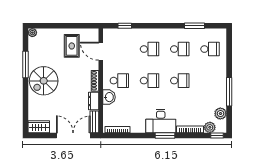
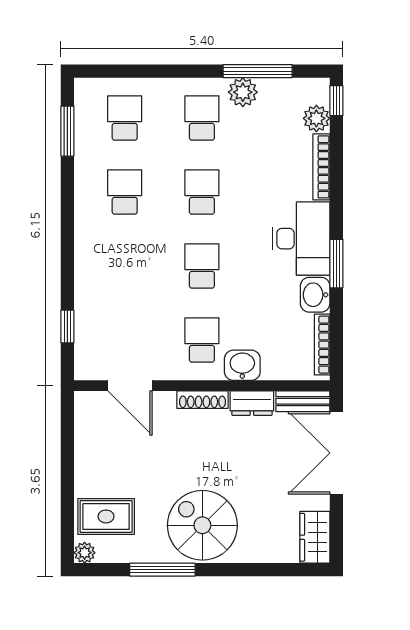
window: (194, 26) -> (67, 131), moved
rug: (72, 46) -> (106, 516), moved
school desk: (150, 49) -> (202, 118), moved
door: (101, 51) -> (130, 386), hinge flipped
spiral stairs: (44, 81) -> (202, 525), turned 180
window: (229, 92) -> (258, 71), moved
plant: (220, 114) -> (243, 92), moved
washbasin: (138, 127) -> (315, 295), added
window: (165, 135) -> (336, 264), moved

